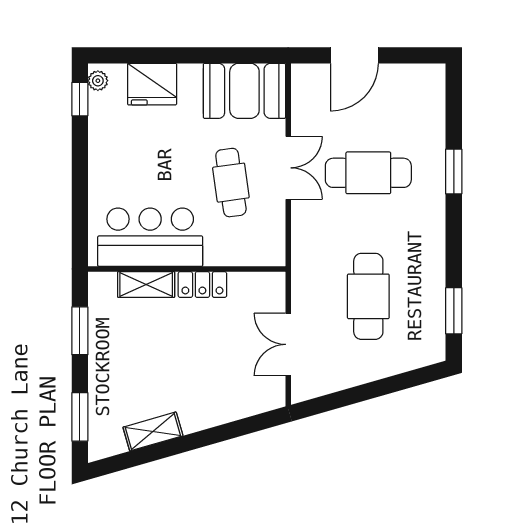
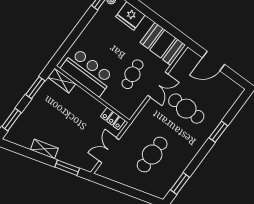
shelving: (146, 284) -> (62, 80), moved
locker: (202, 285) -> (113, 119), moved
window: (238, 428) -> (67, 168), added
shelving: (153, 431) -> (44, 149), moved

